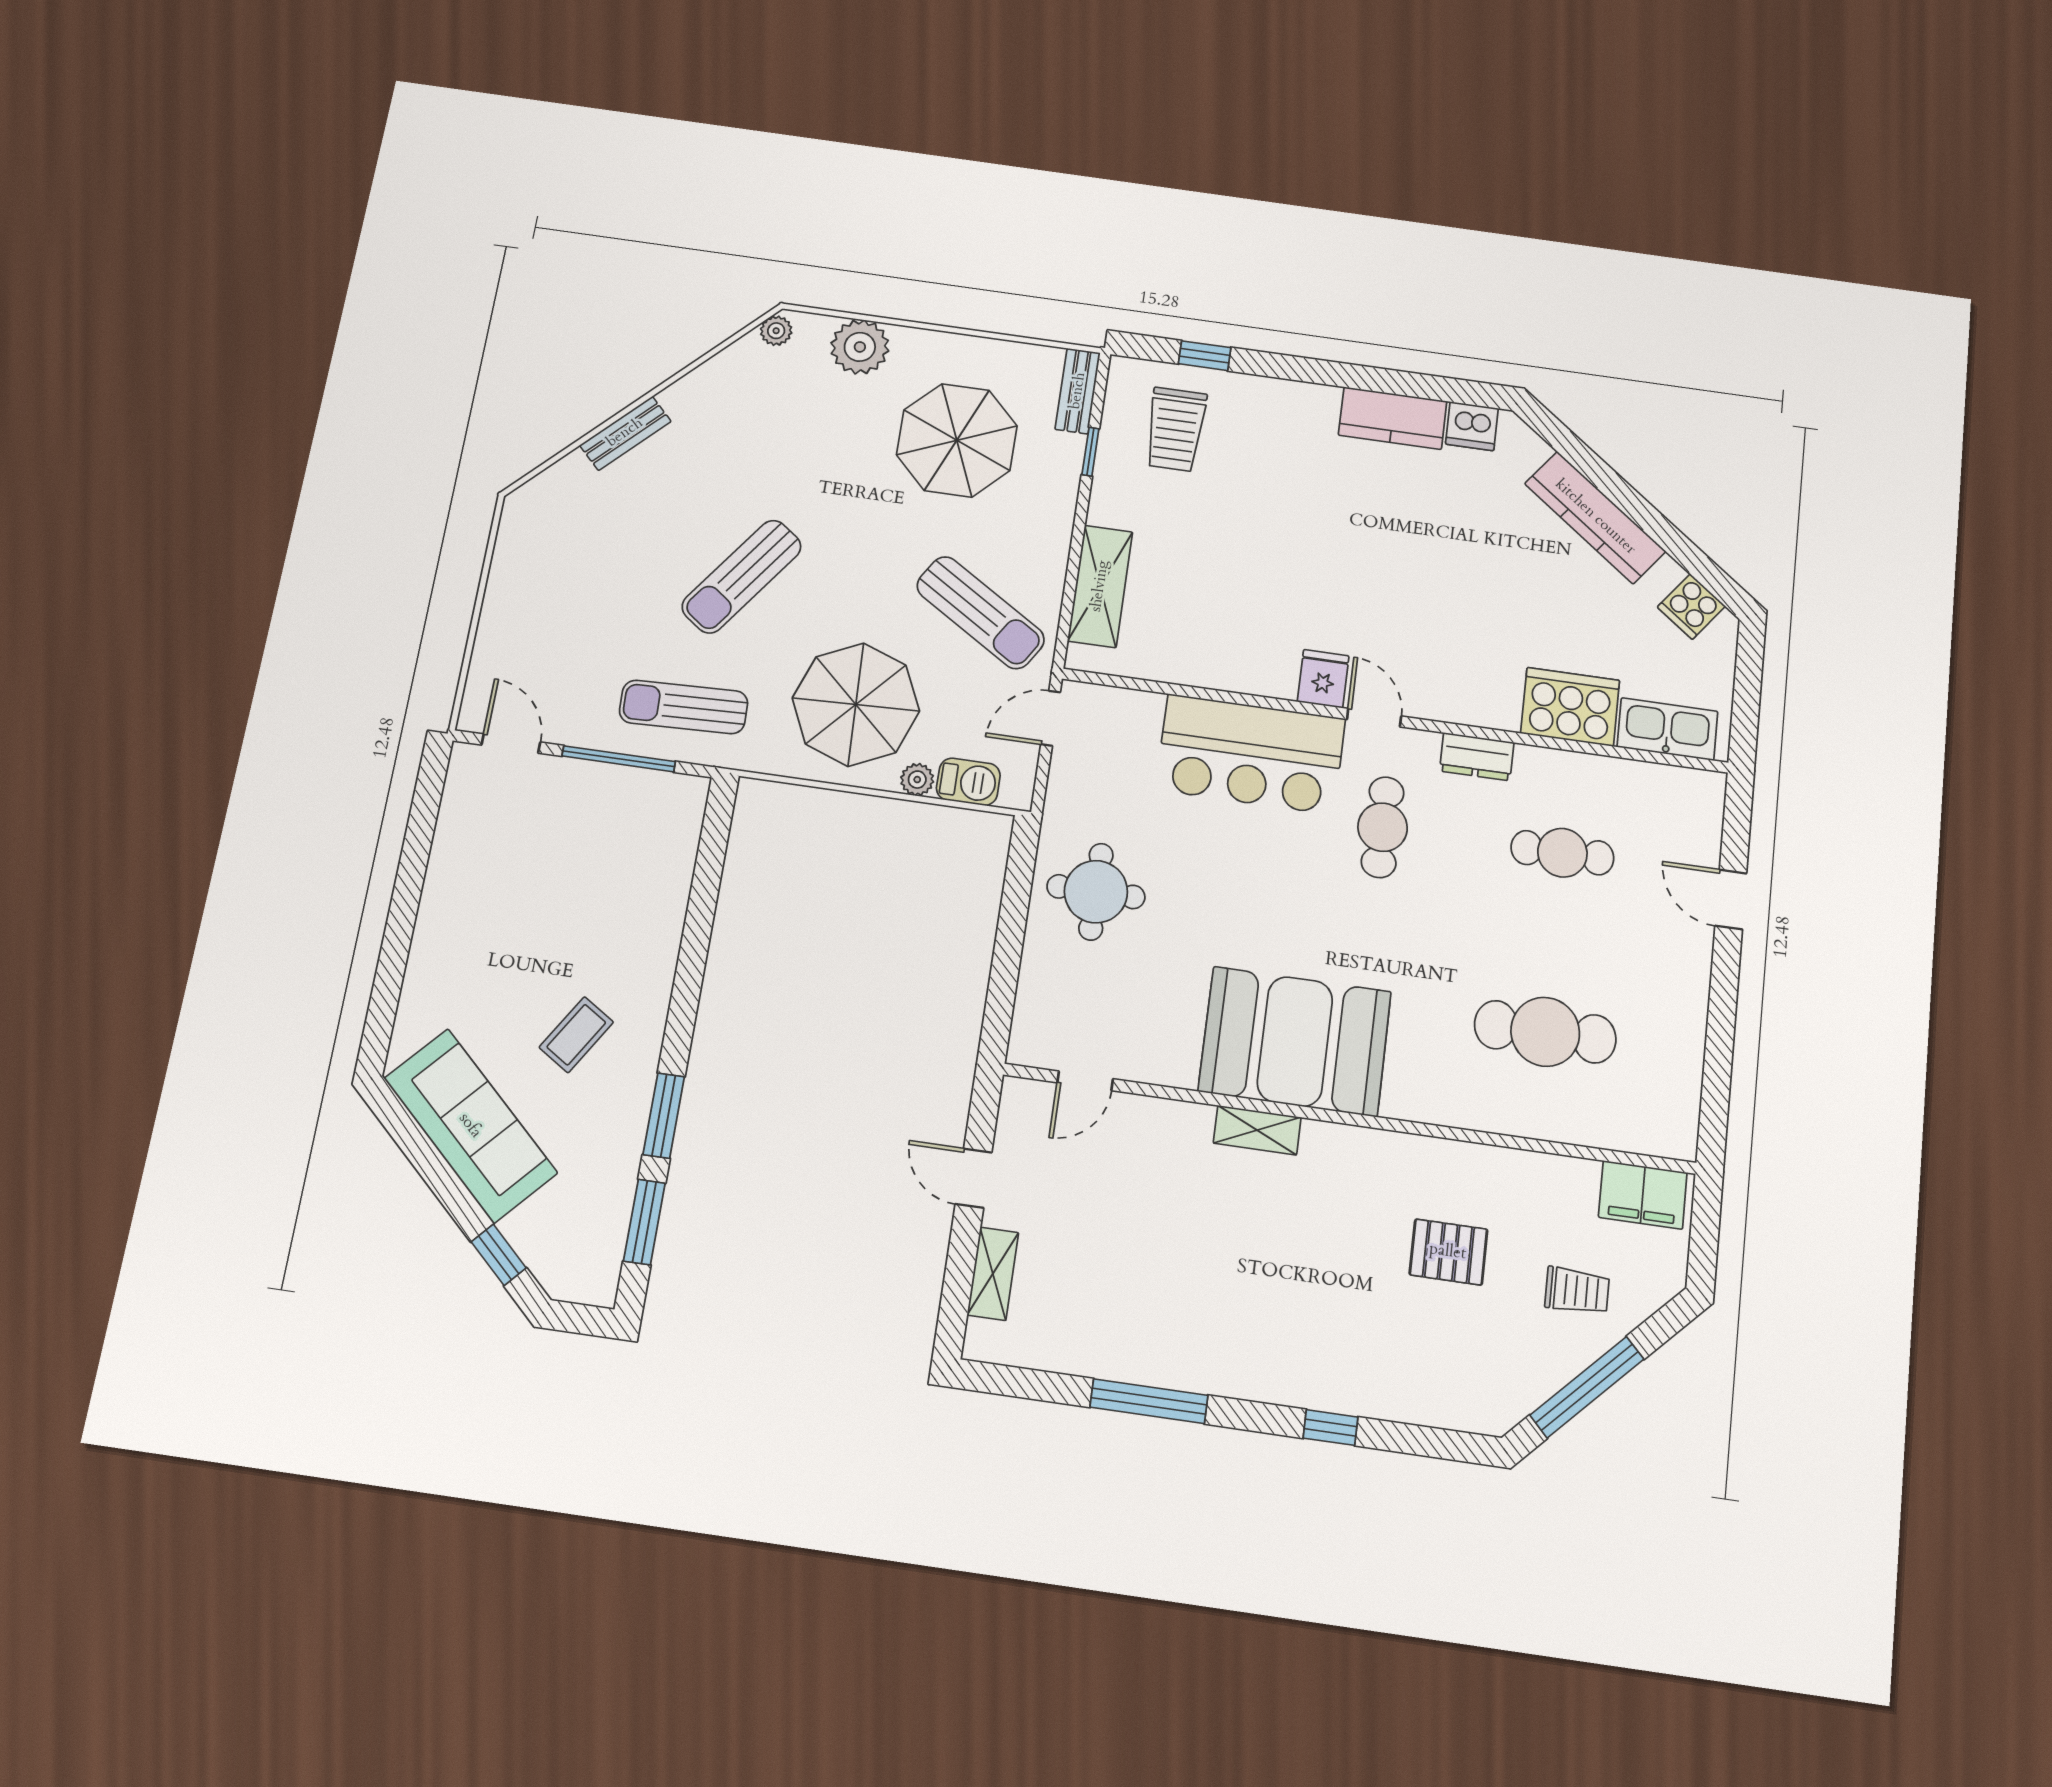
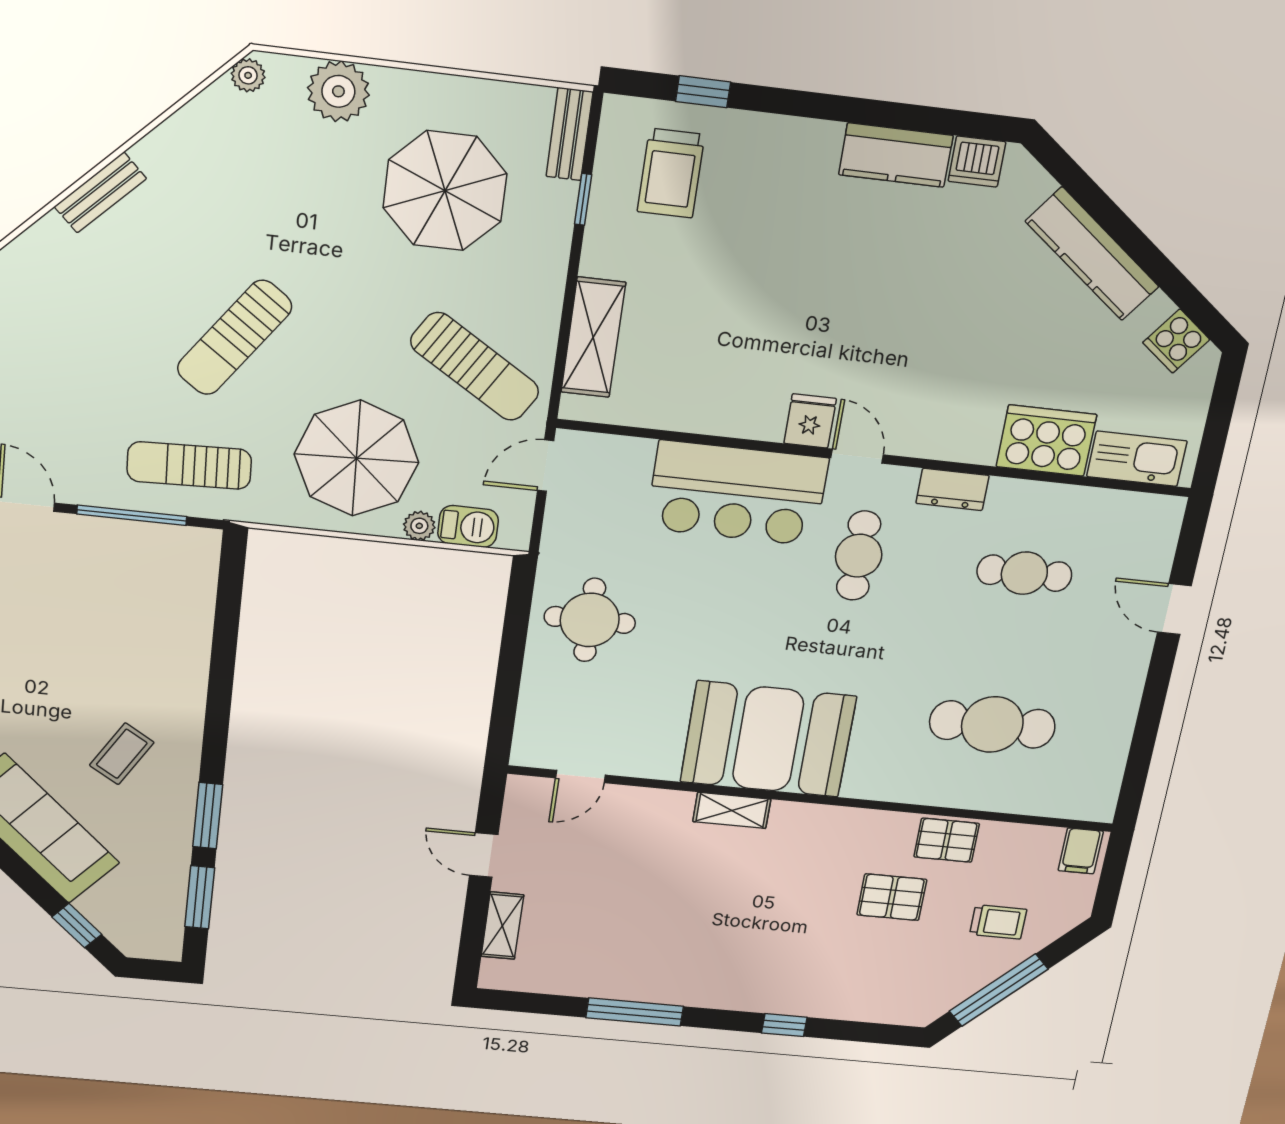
pallet: (1506, 1178) -> (947, 840), added
filing cabinet: (1643, 1195) -> (1081, 851), width x0.50

